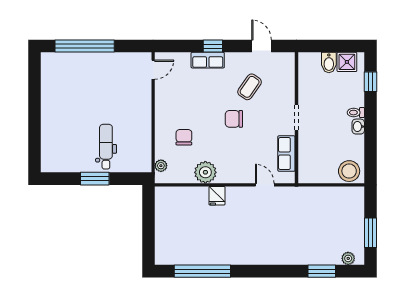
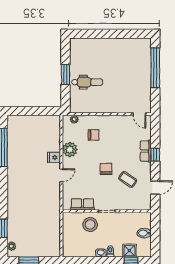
shower: (347, 62) -> (129, 251), moved
stool: (349, 171) -> (90, 224), moved
door: (265, 185) -> (61, 175), moved

